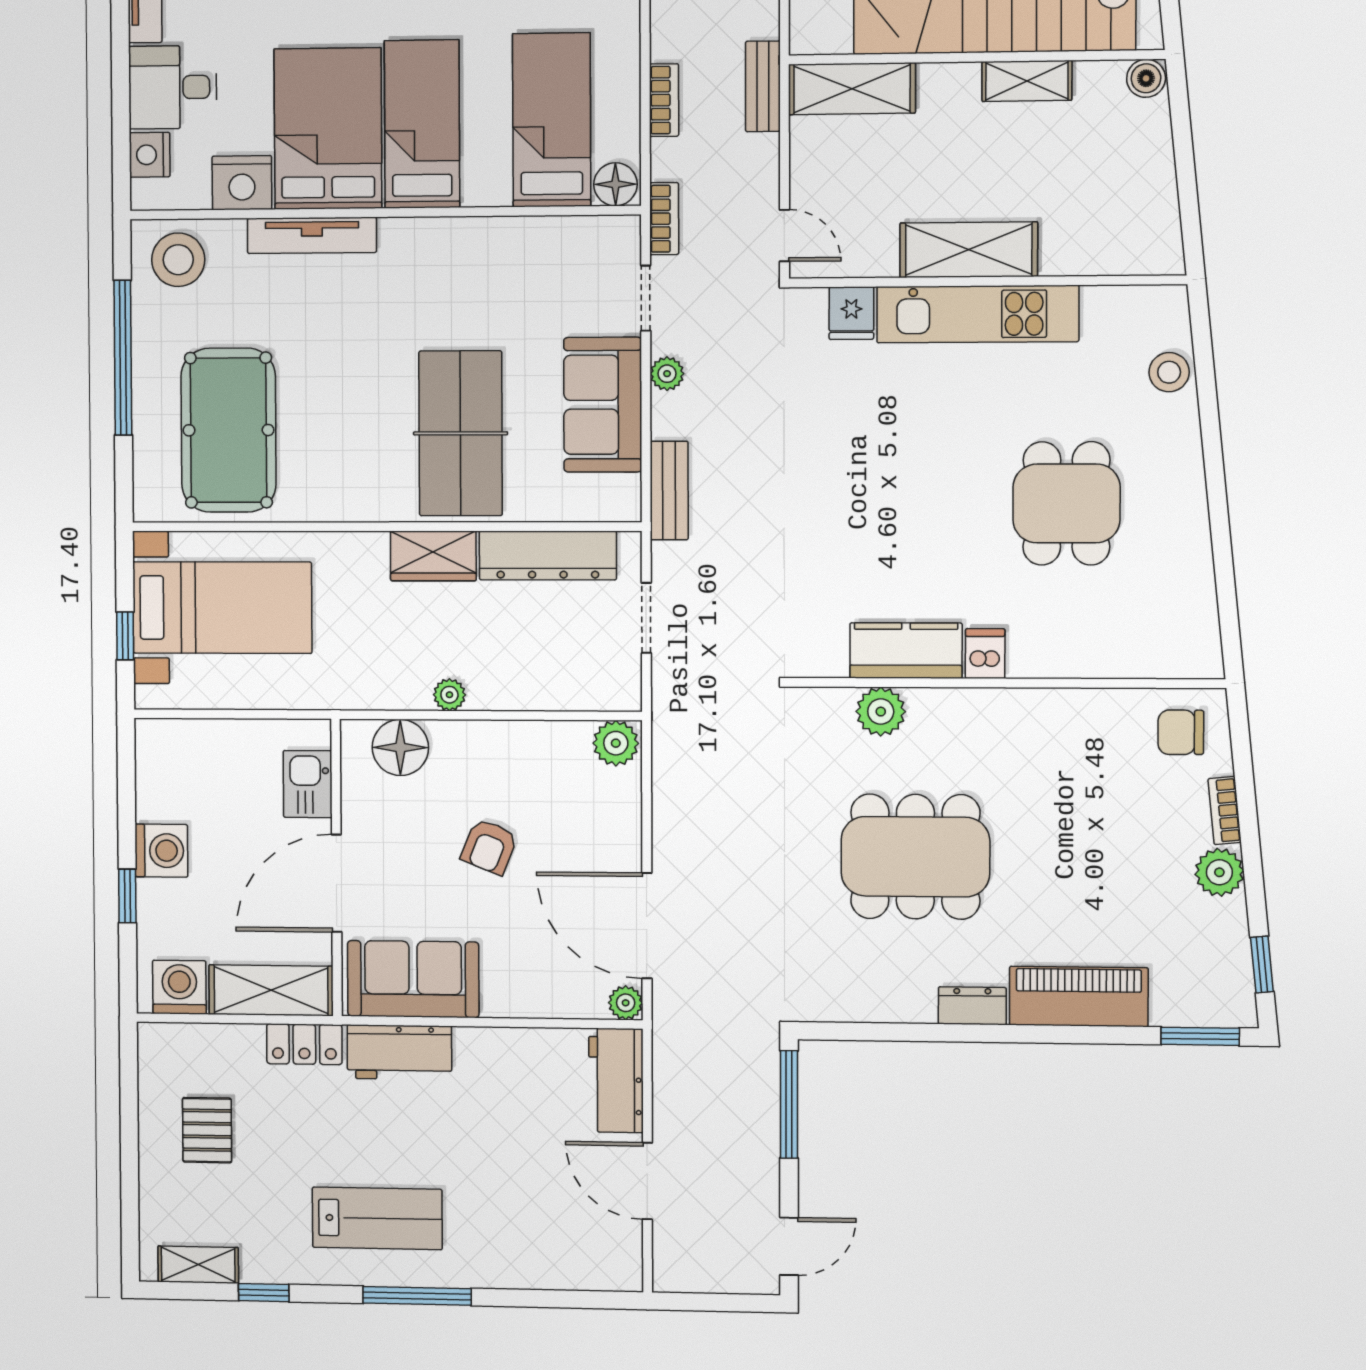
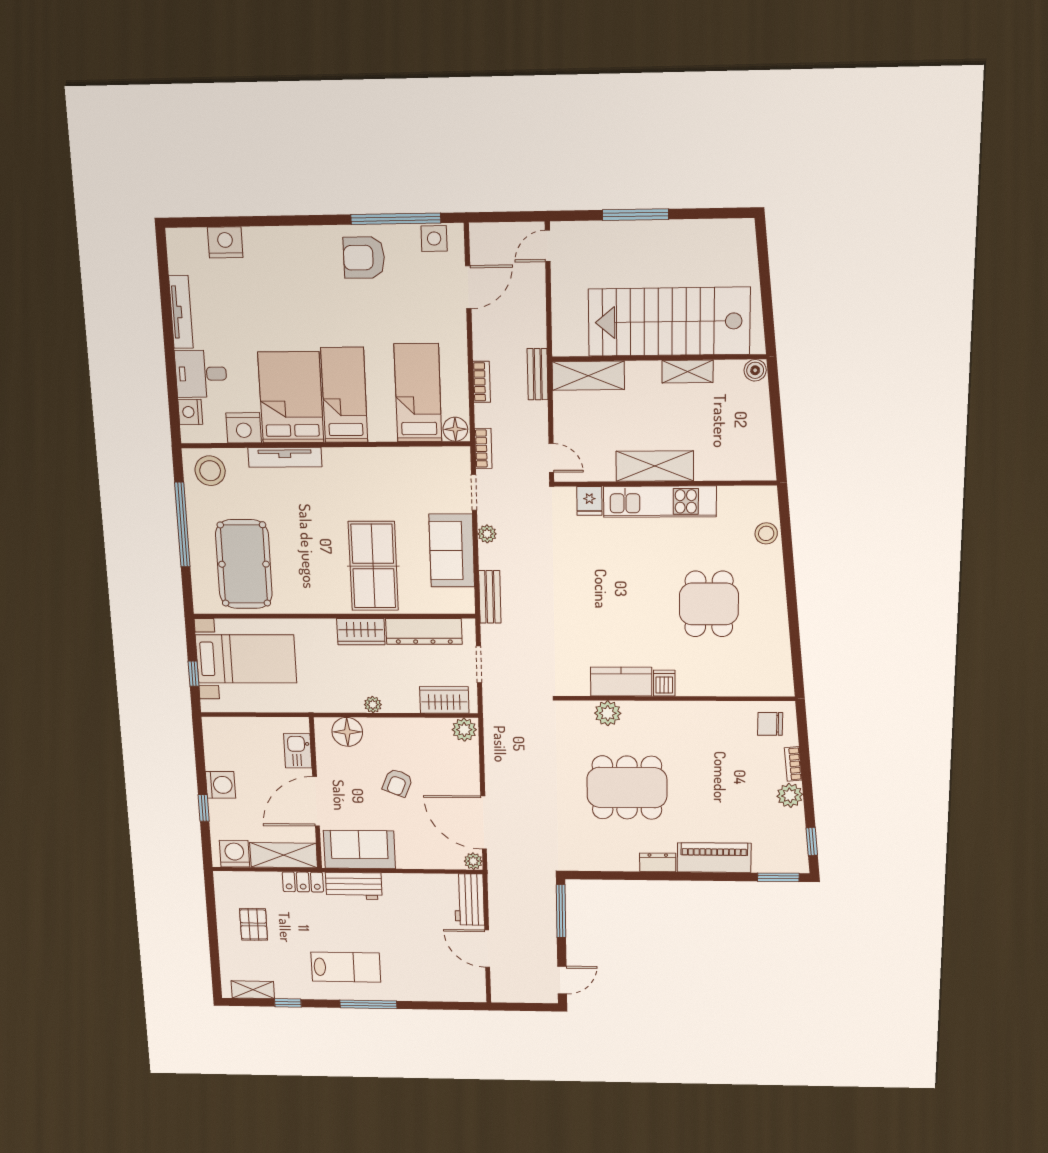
wardrobe: (581, 686) -> (444, 700), added

